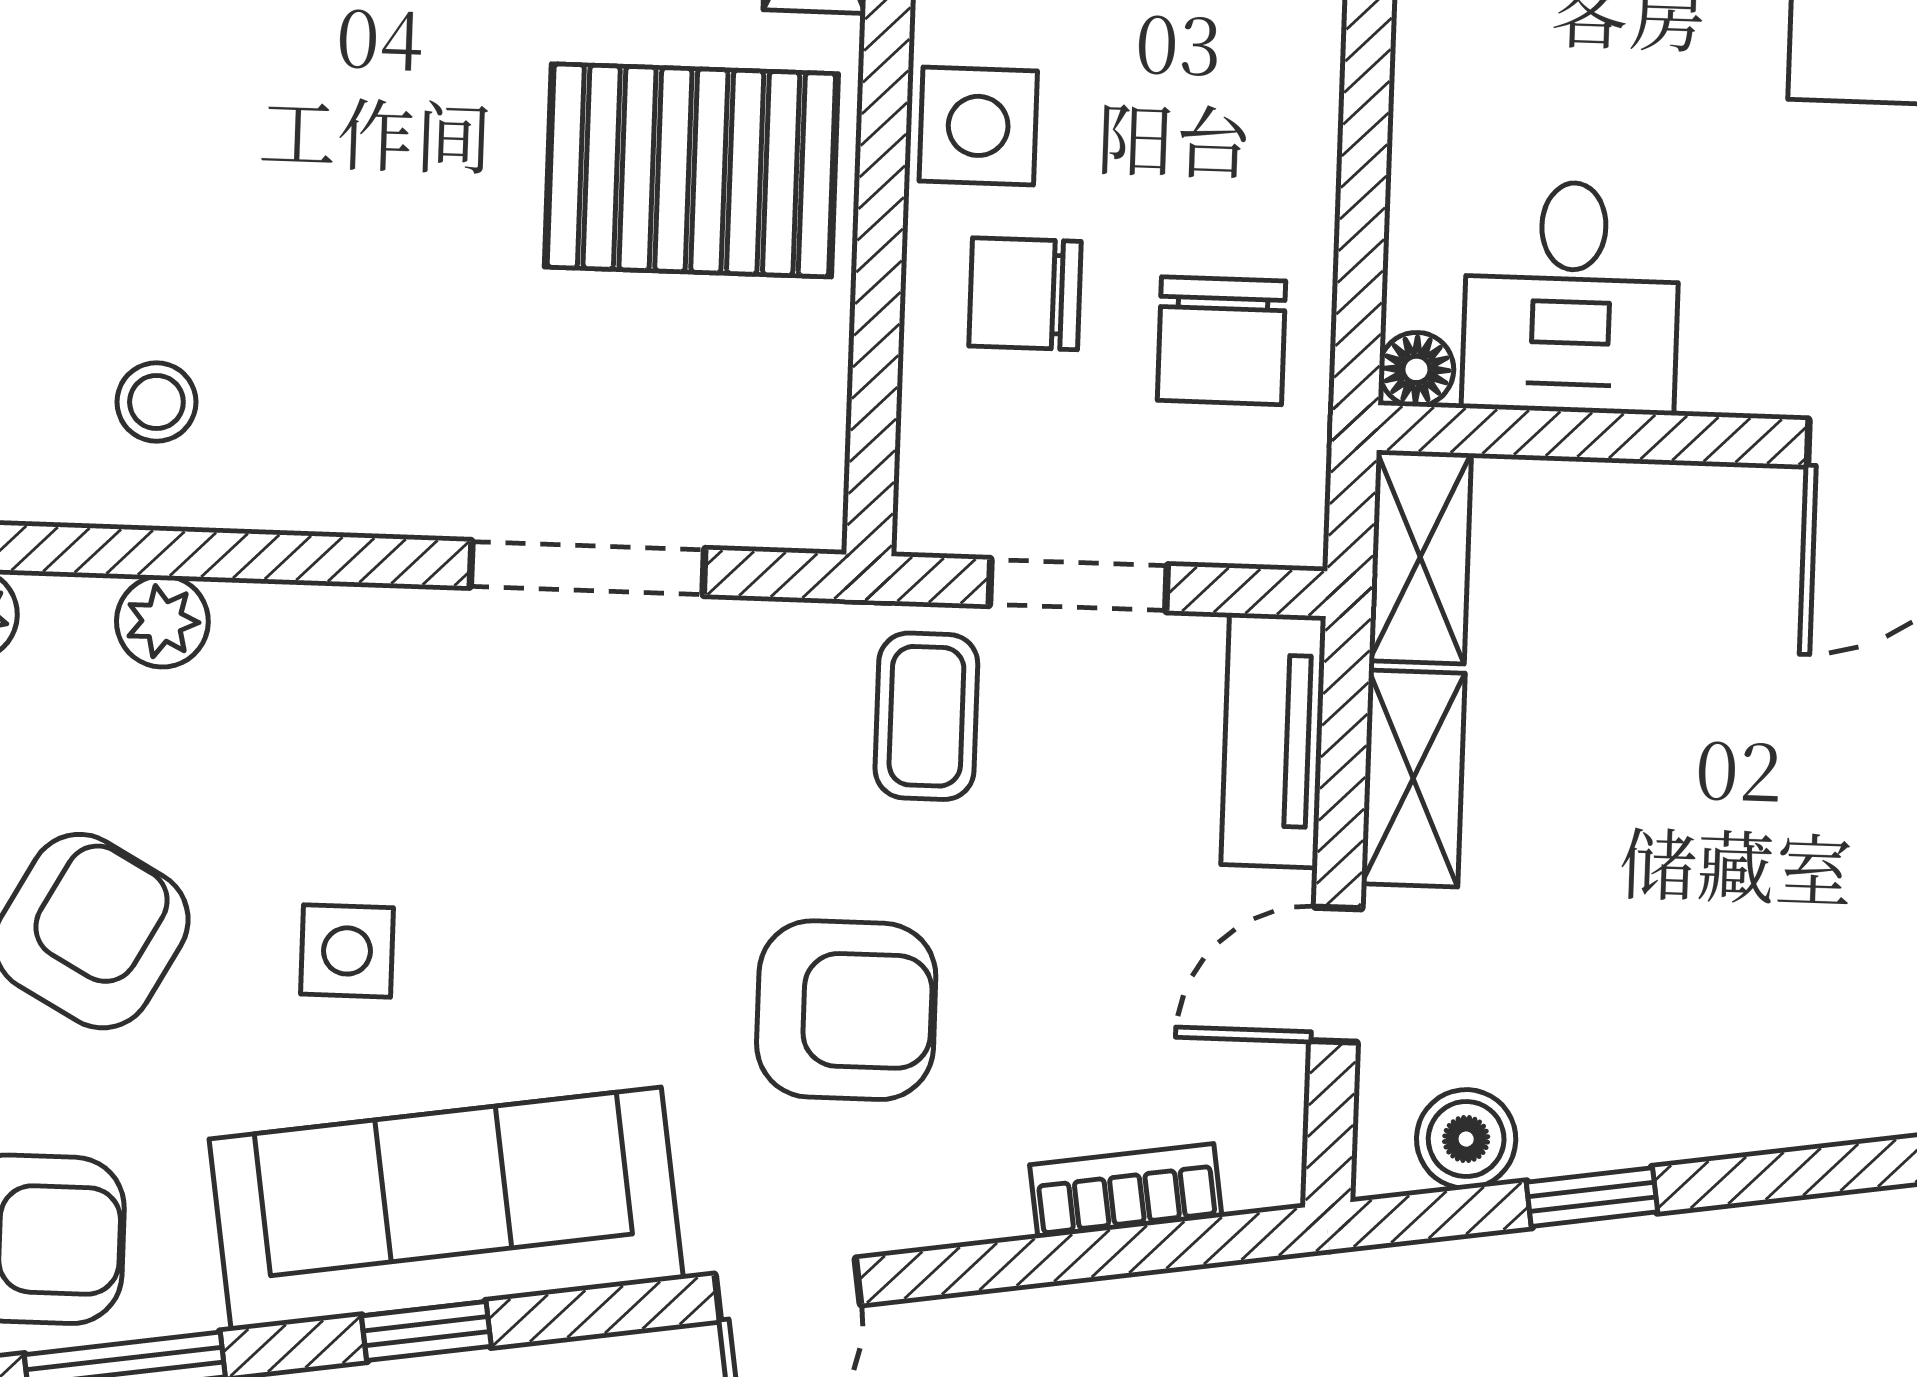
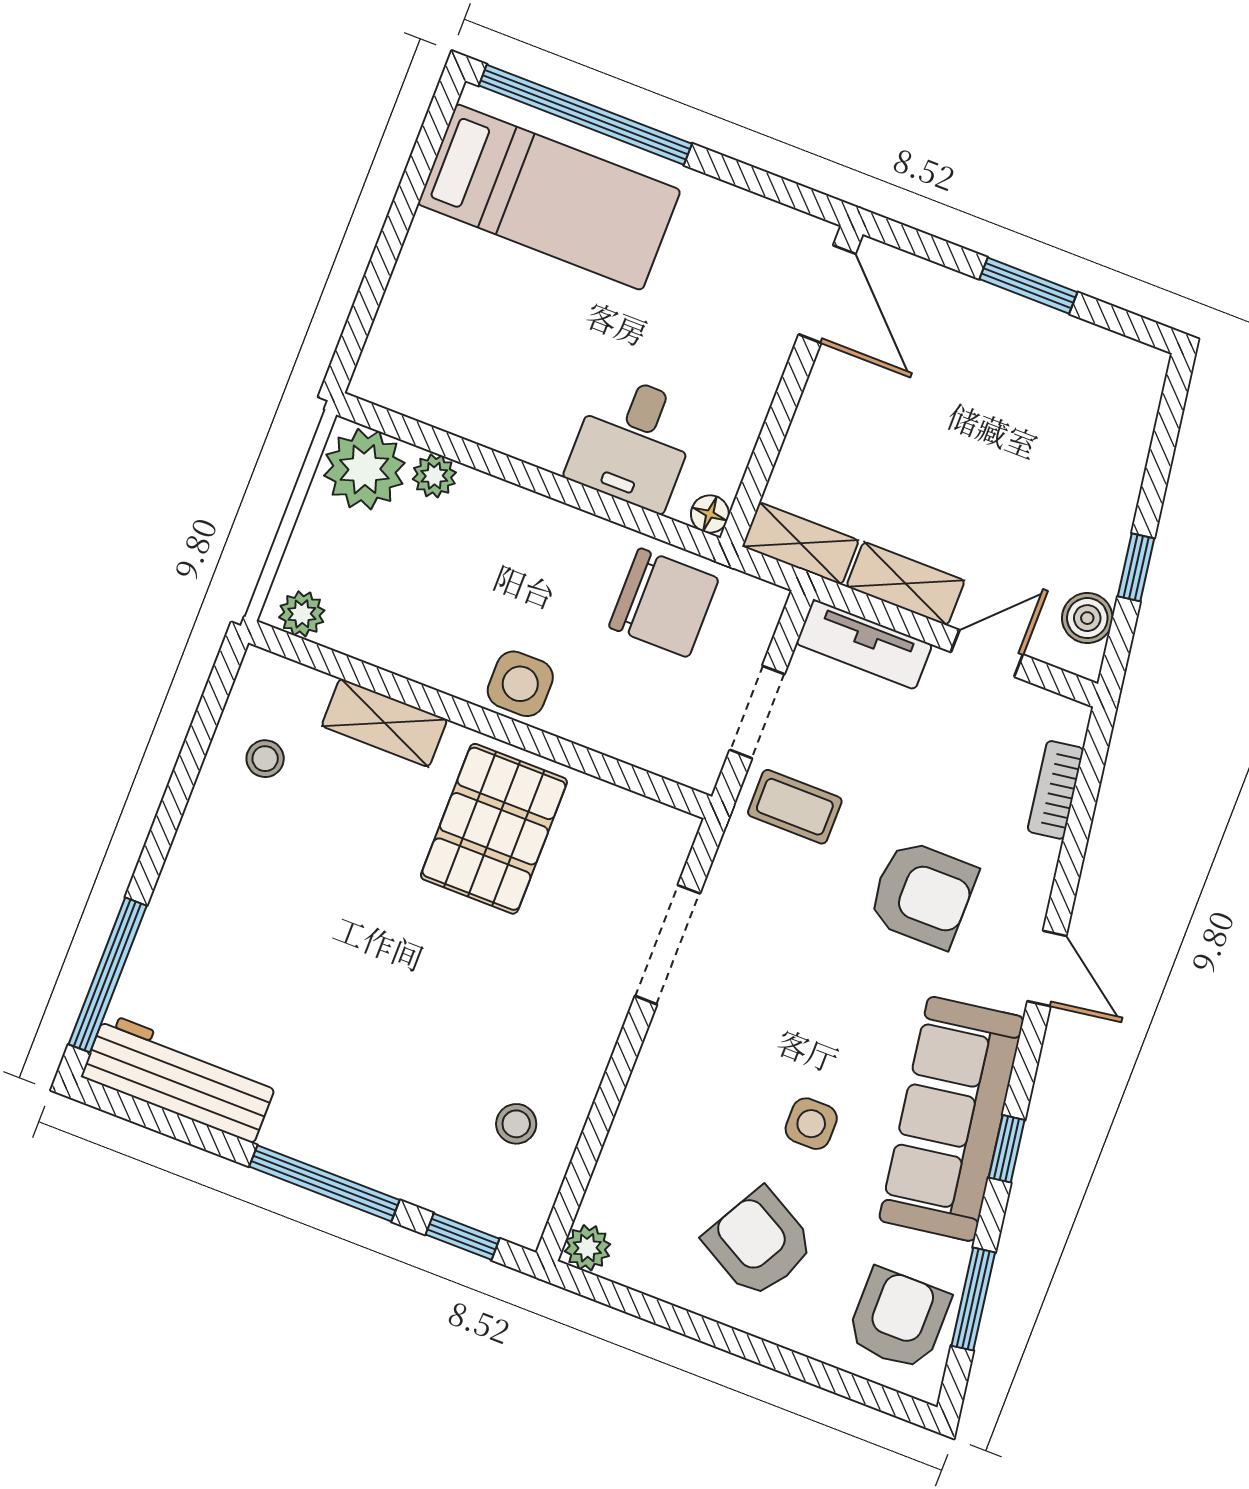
chair: (1025, 294) -> (609, 689), removed
desk: (1571, 297) -> (633, 442), moved, turned 90
chair: (1222, 341) -> (664, 603), width x1.37, depth x1.37
plant: (162, 621) -> (622, 1157), removed
door: (1336, 975) -> (987, 653), swing flipped
armchair: (846, 1010) -> (923, 894), turned 90

